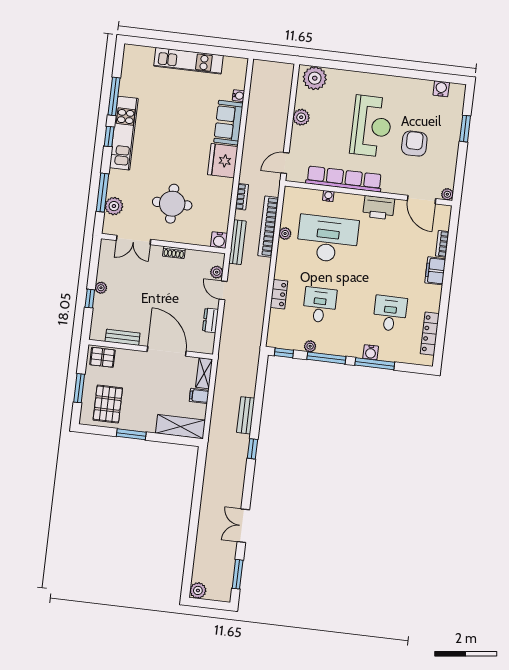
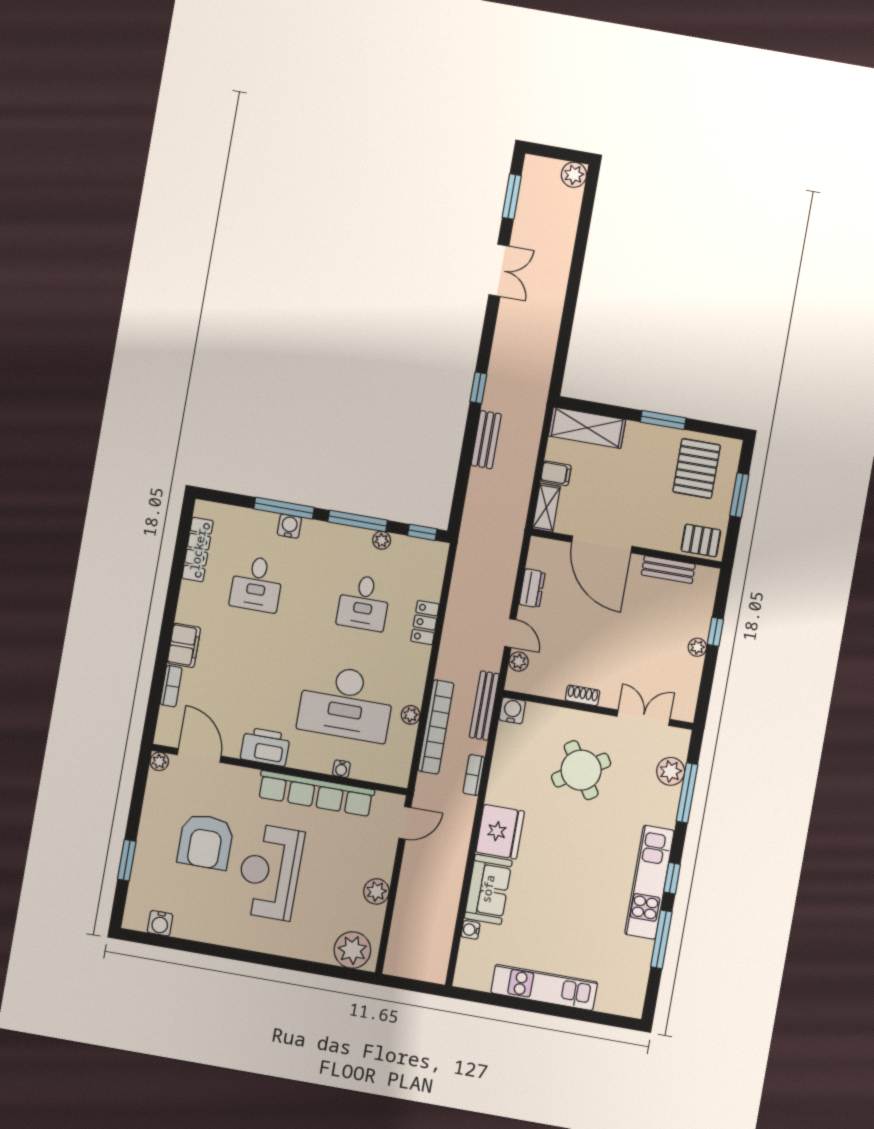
armchair: (414, 144) -> (205, 842), width x1.36, depth x1.36
round table: (172, 204) -> (581, 770), turned -32

